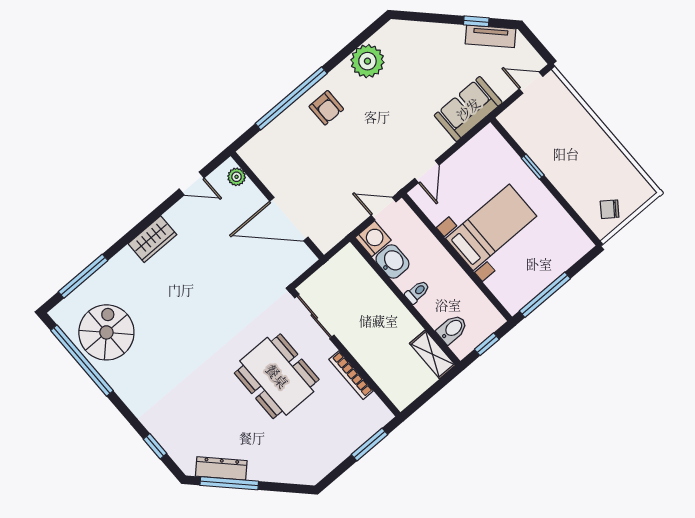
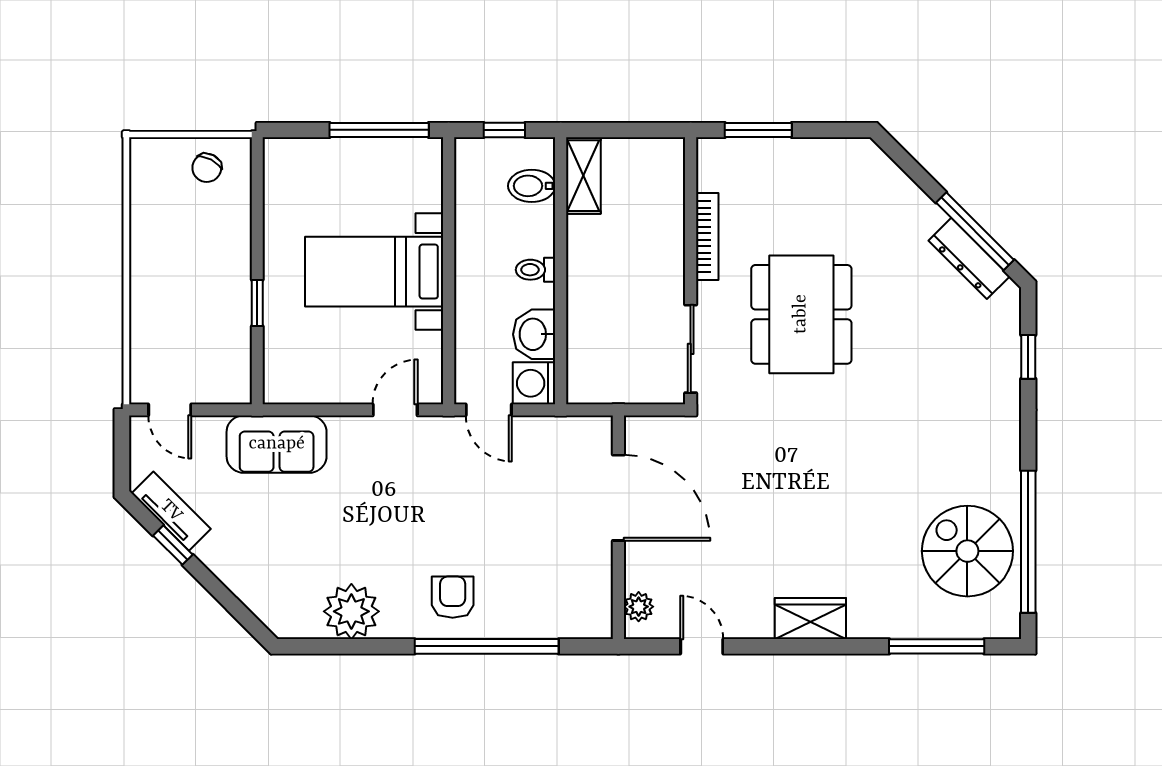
chair: (610, 209) -> (207, 168), turned 82
spiral stairs: (106, 332) -> (967, 551), turned 90

